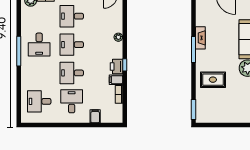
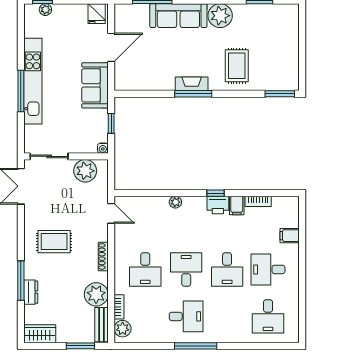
fireplace: (200, 38) -> (192, 84), moved
desk: (72, 45) -> (186, 269), turned 180

